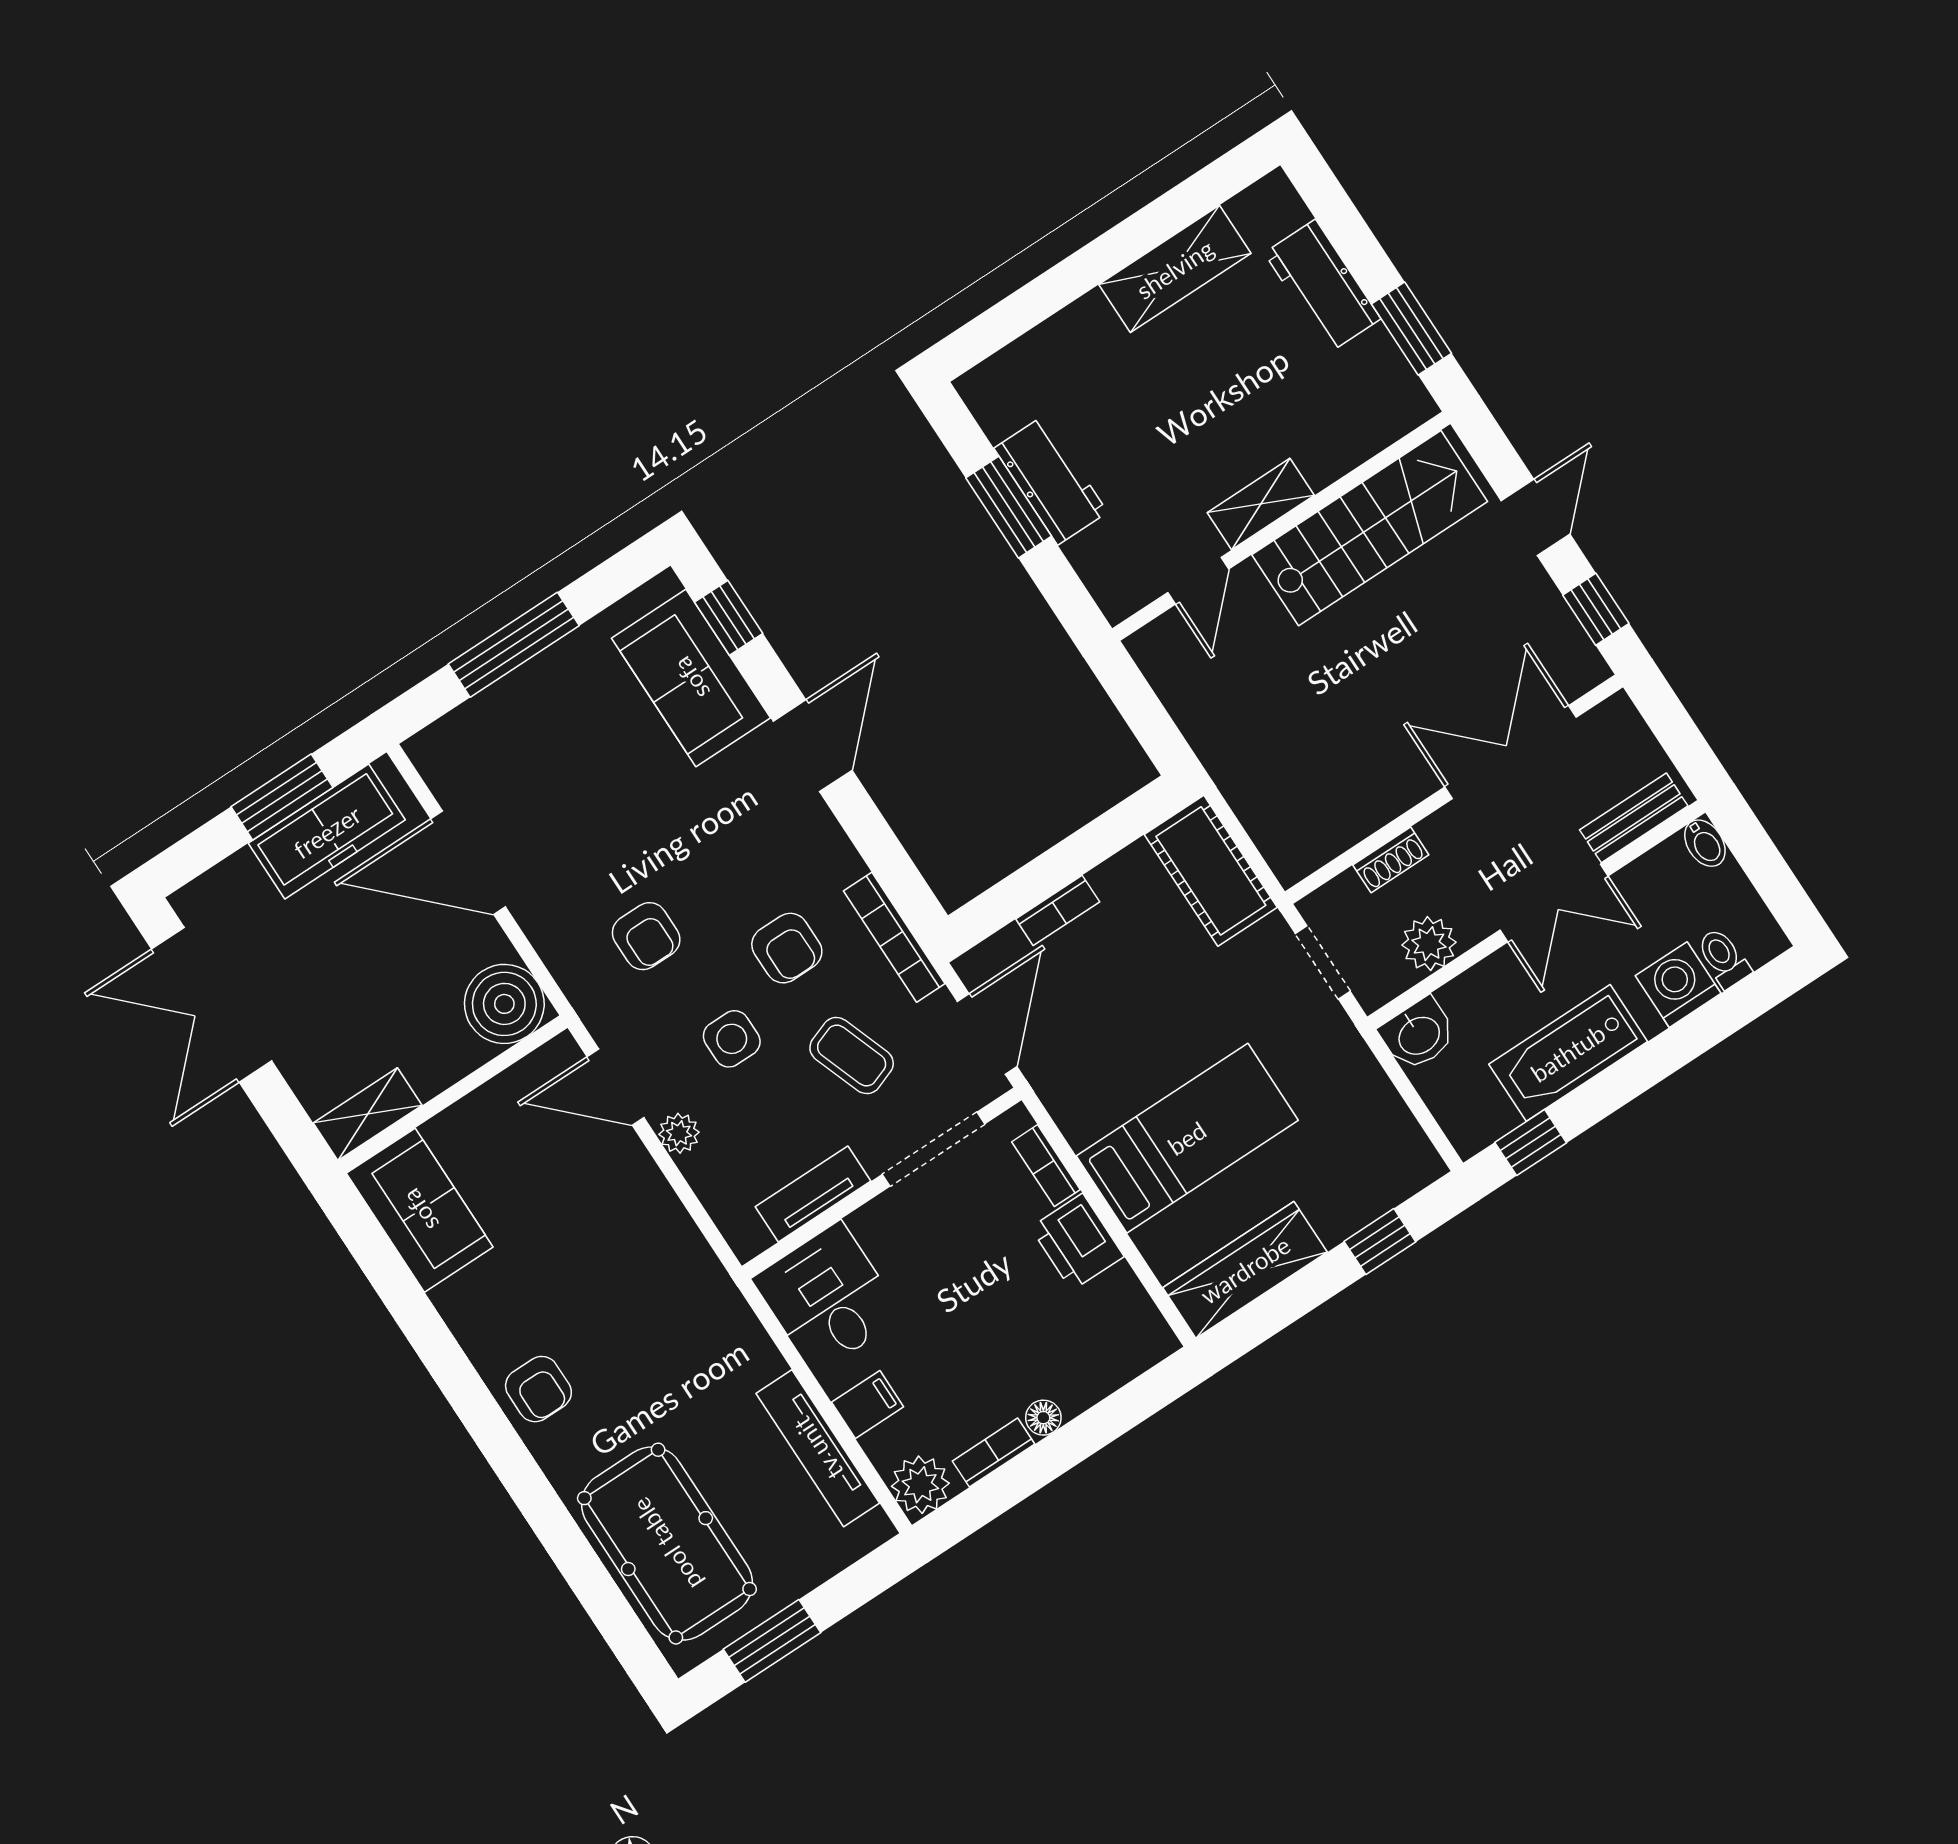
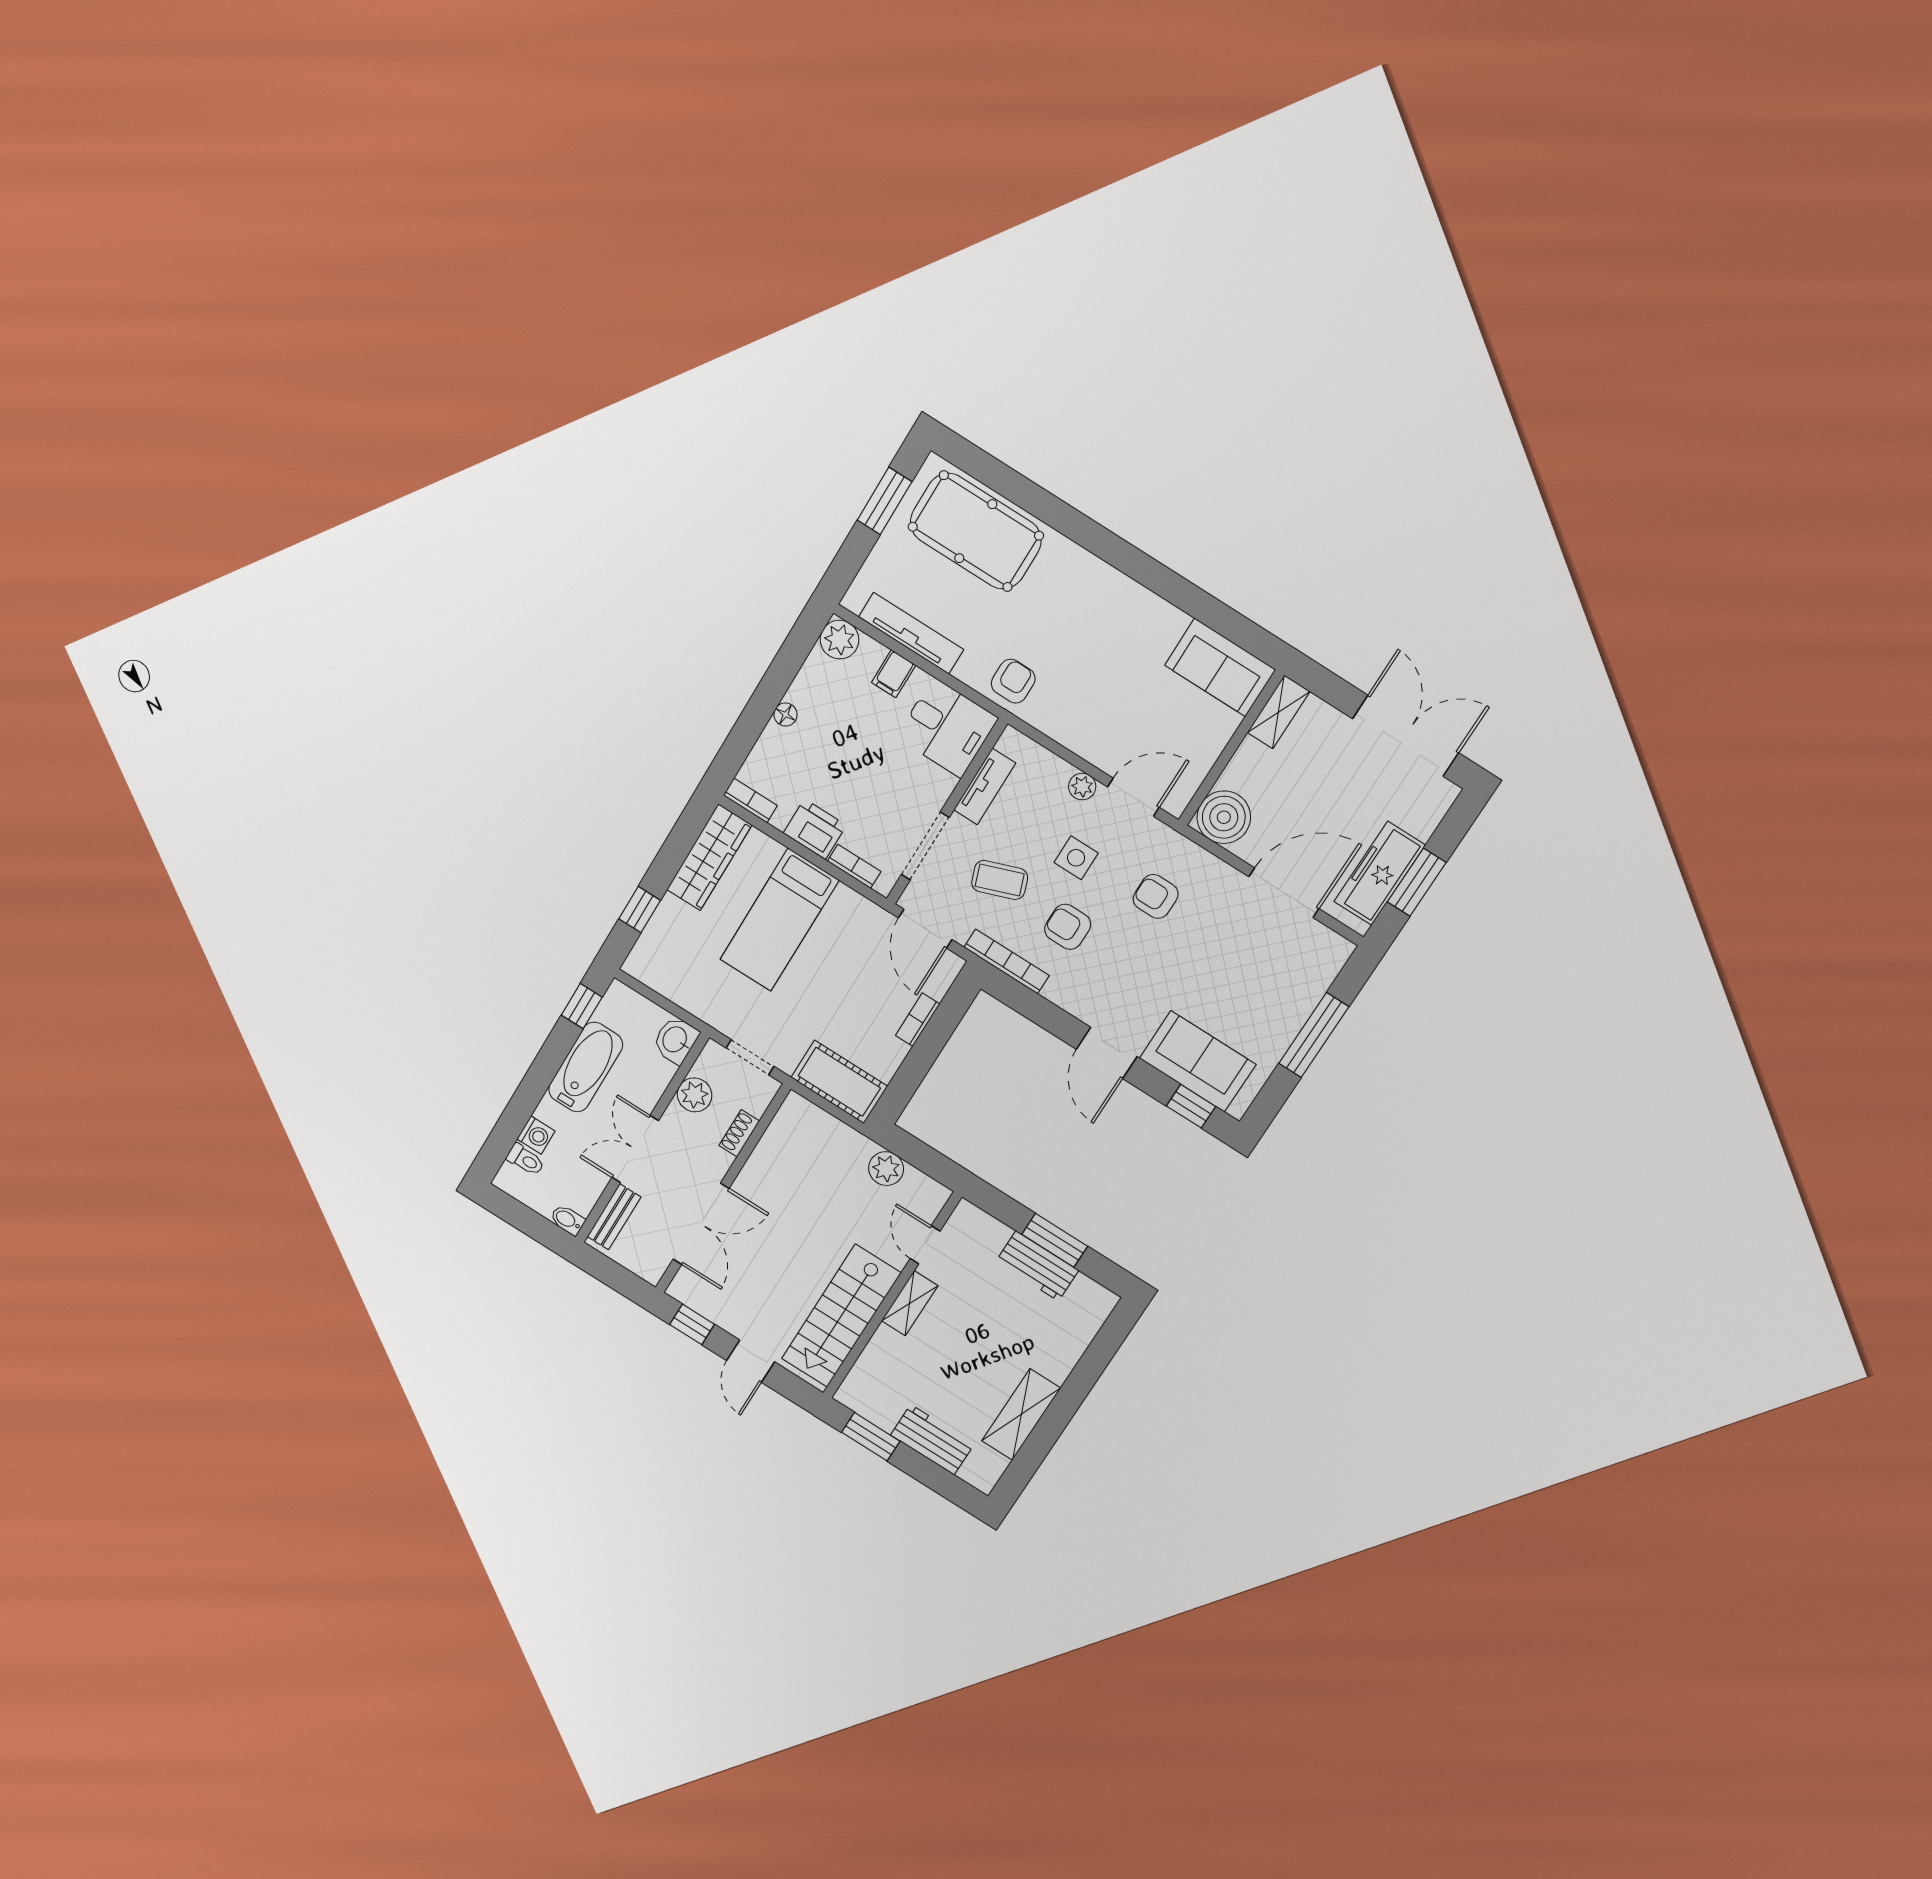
plant: (1203, 716) -> (886, 1169), added
washing machine: (1678, 985) -> (536, 1135), width x0.73, depth x0.73
armchair: (538, 1389) -> (1013, 681), moved, turned 90
bookcase: (994, 1453) -> (750, 800), moved, turned -90

